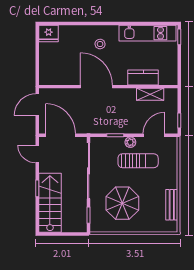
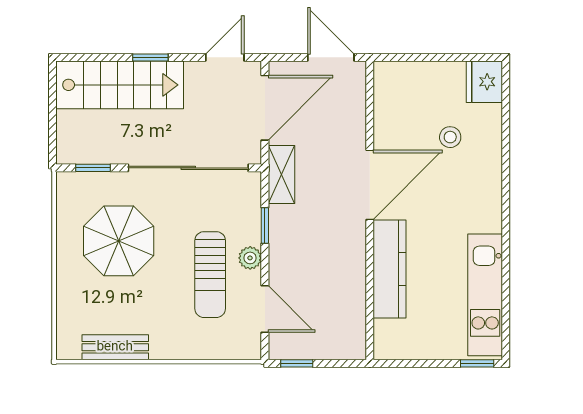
stool: (100, 44) -> (450, 137), moved
kitchen counter: (143, 77) -> (389, 269), width x1.50
shelving: (150, 94) -> (281, 175), moved

